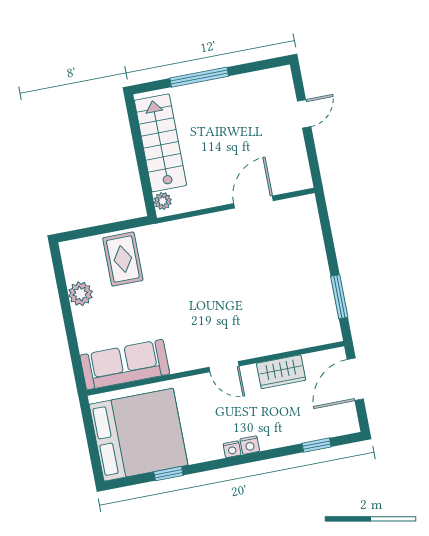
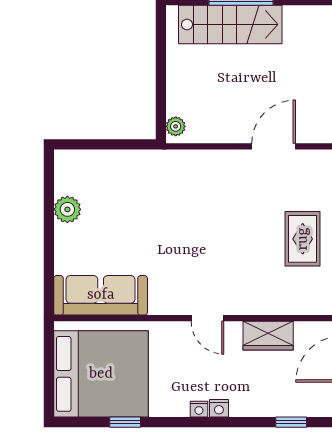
stairs: (160, 143) -> (230, 24), moved, turned 90
rug: (123, 259) -> (303, 239), moved

